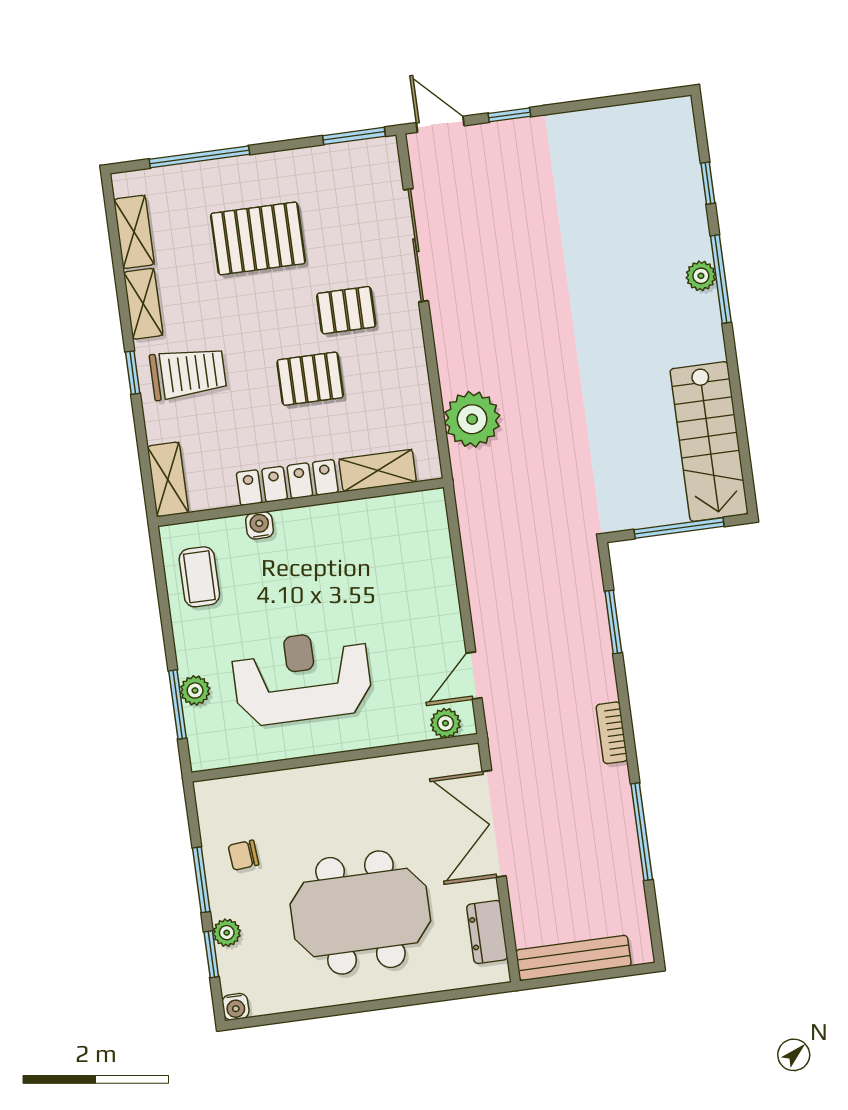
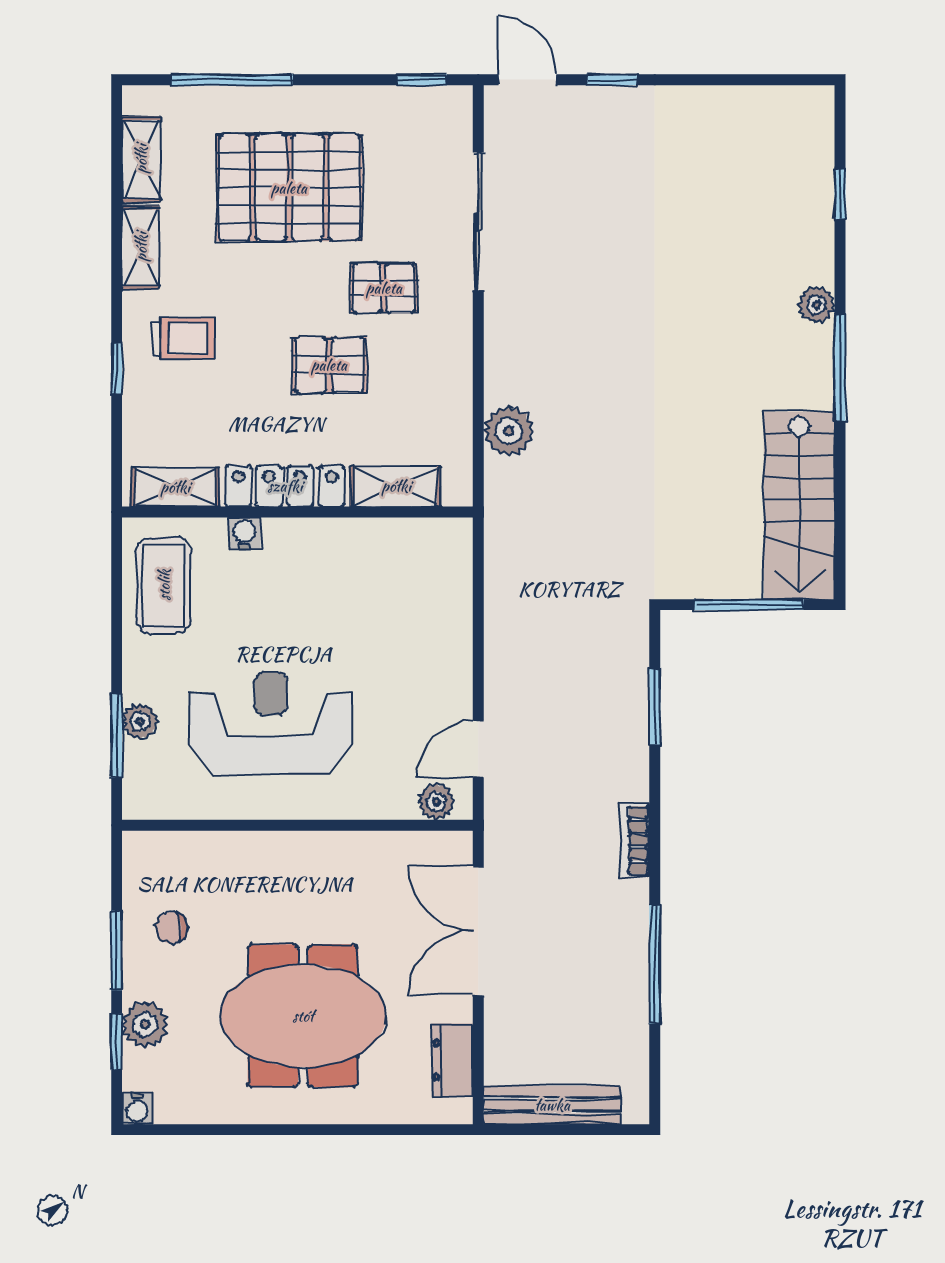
window: (354, 136) -> (422, 80), width x0.67
pallet: (258, 238) -> (289, 188), width x1.37, depth x1.41
window: (721, 279) -> (840, 368), moved
window: (133, 373) -> (117, 369), moved
trolley: (188, 373) -> (183, 338), width x0.73, depth x0.72
plant: (472, 419) -> (509, 431), width x0.73, depth x0.73
shelving: (168, 479) -> (175, 487), moved, turned 90
coffee table: (199, 577) -> (164, 585), width x1.36, depth x1.30
plant: (227, 933) -> (145, 1025), width x1.38, depth x1.38

